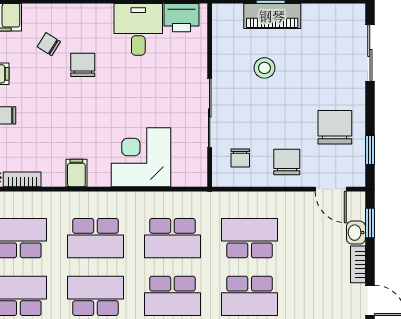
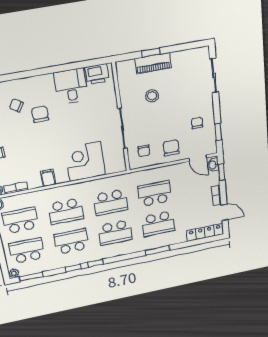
chair: (335, 127) -> (197, 123), width x0.54, depth x0.54
washbasin: (356, 233) -> (213, 165), moved

